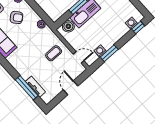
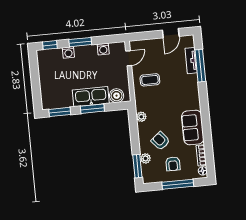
washing machine: (131, 23) -> (68, 52), moved
window: (109, 53) -> (80, 42), moved
door: (79, 57) -> (129, 58), swing flipped
door: (71, 88) -> (171, 33), moved

